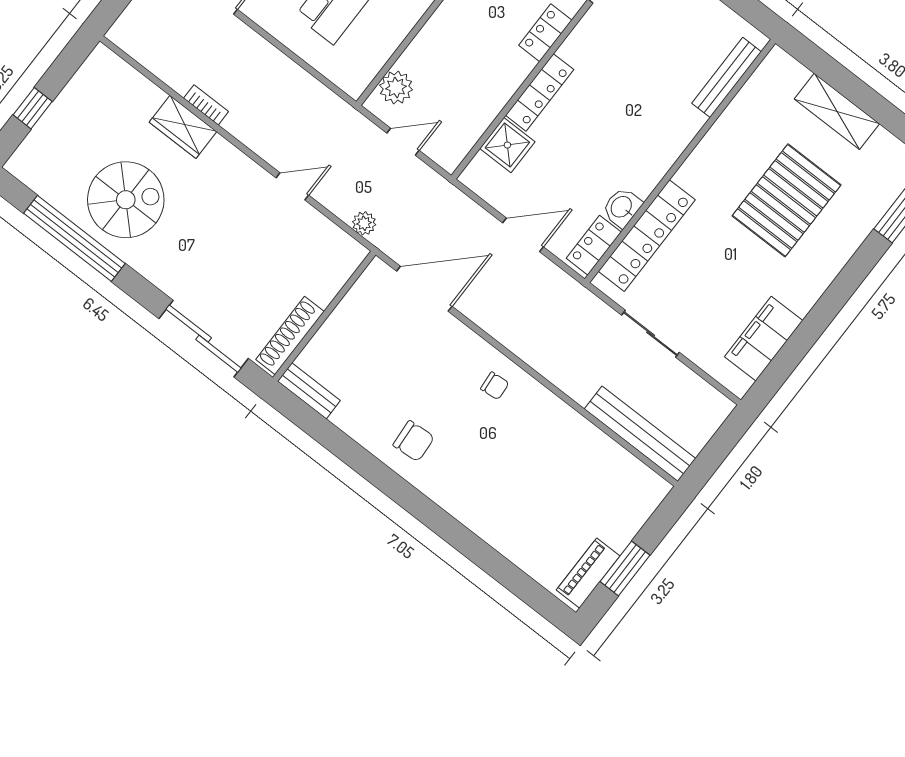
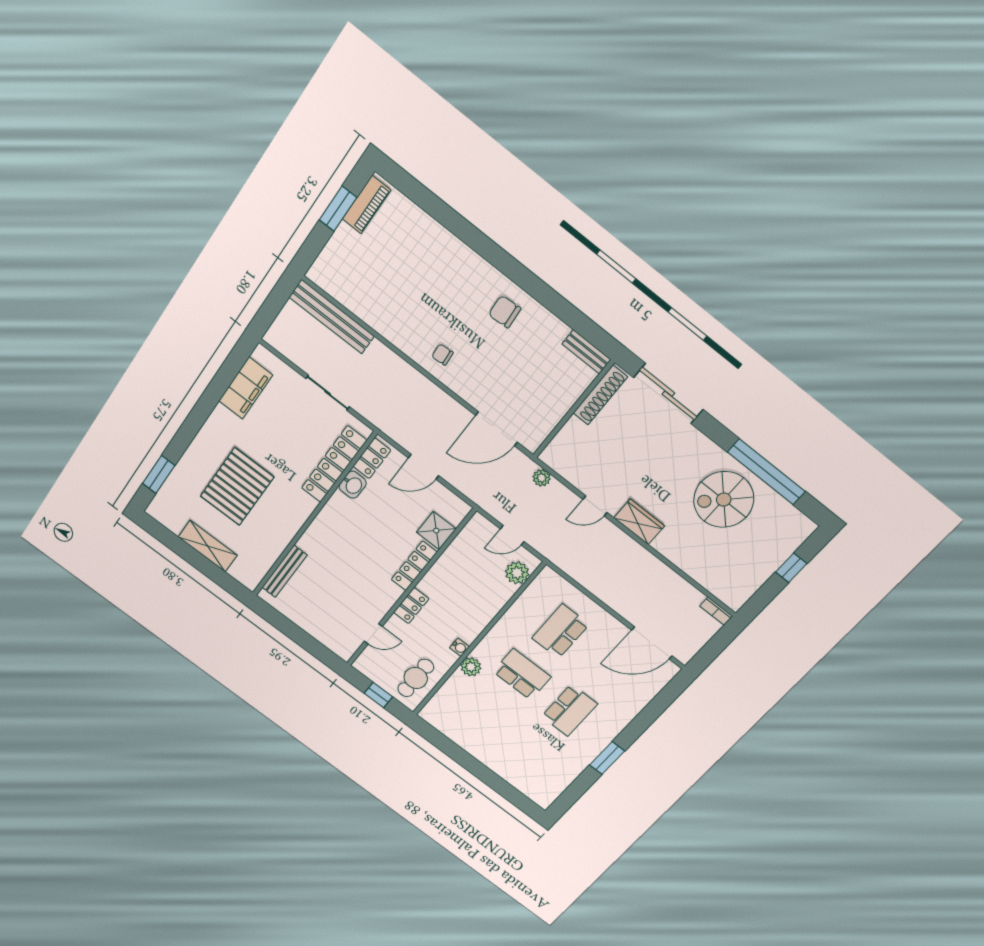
bookcase: (206, 105) -> (716, 611), moved
wardrobe: (183, 127) -> (639, 522), moved

